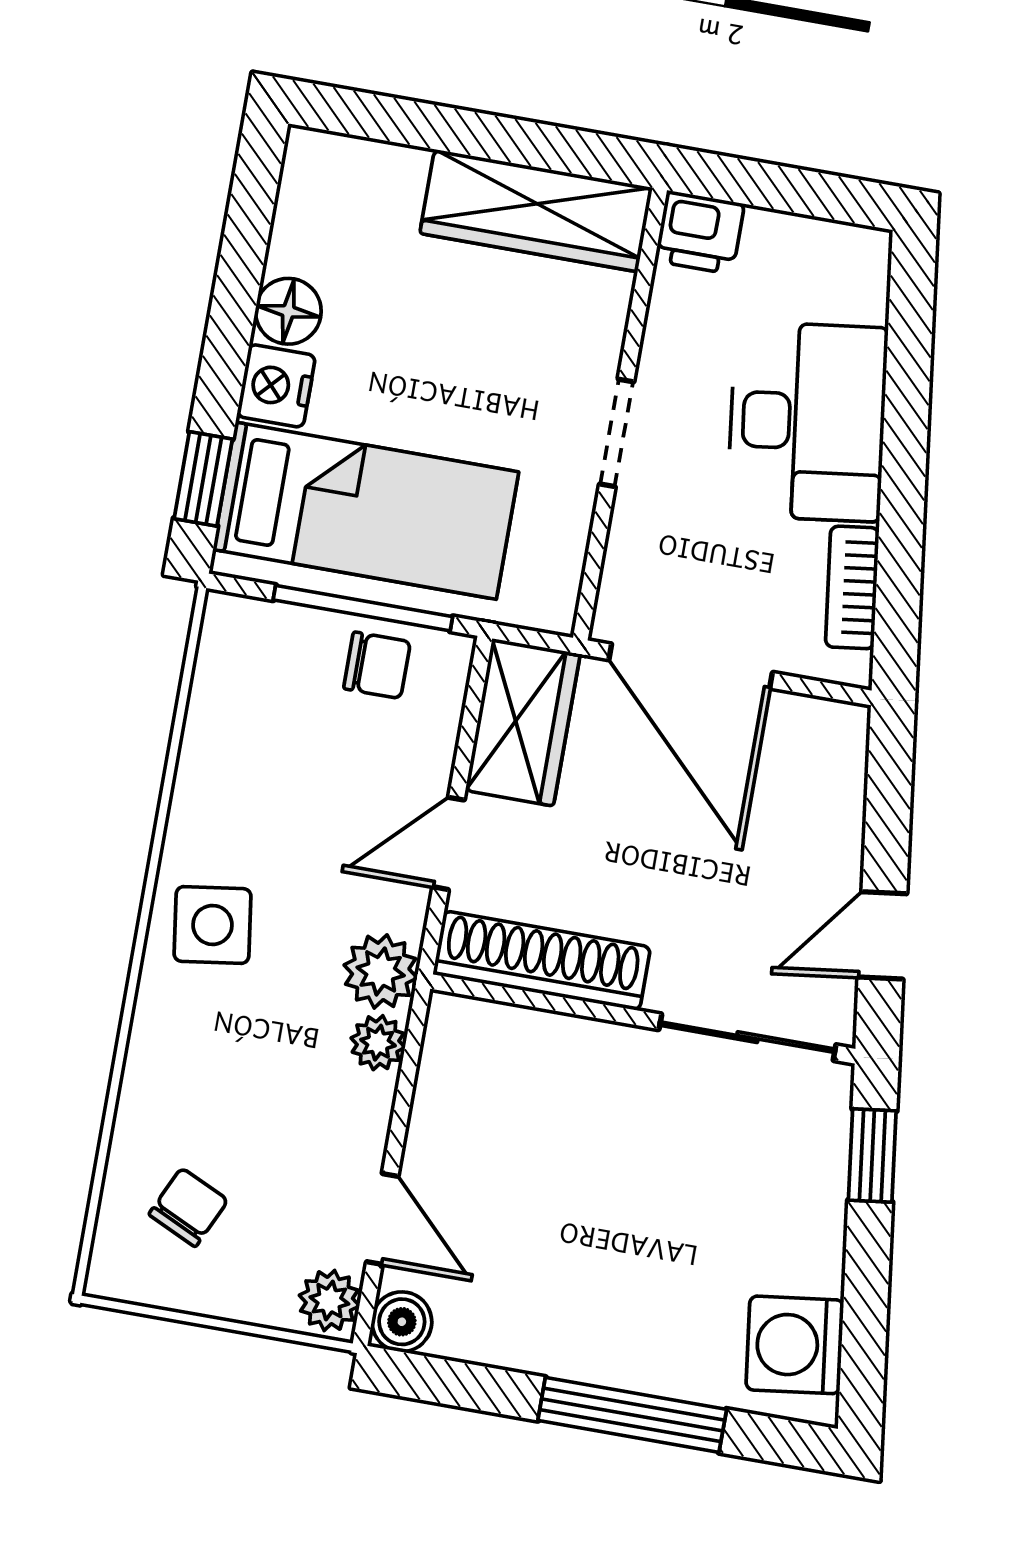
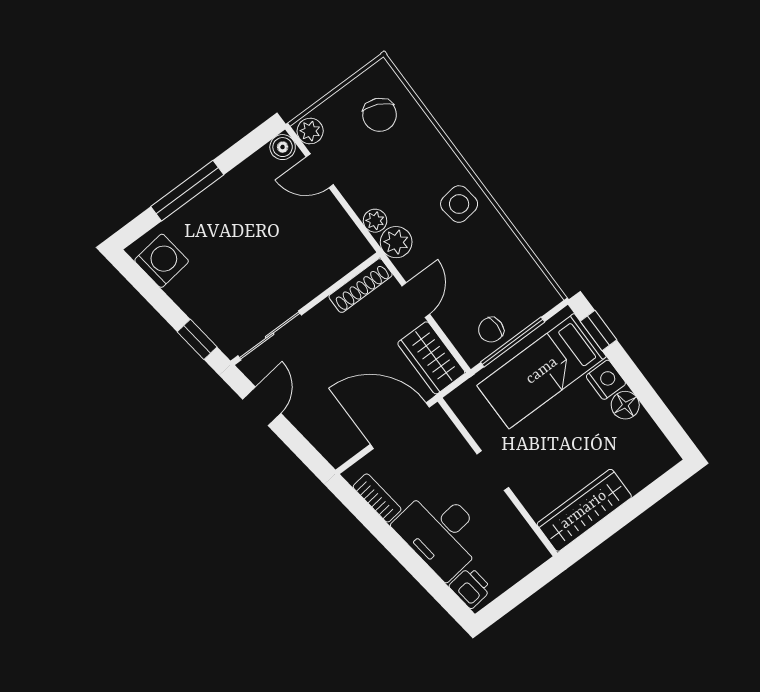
printer: (700, 232) -> (470, 588), moved, turned 83
shoe rack: (542, 961) -> (361, 286), width x0.74, depth x0.81
chair: (188, 1207) -> (380, 115), width x1.37, depth x1.37

